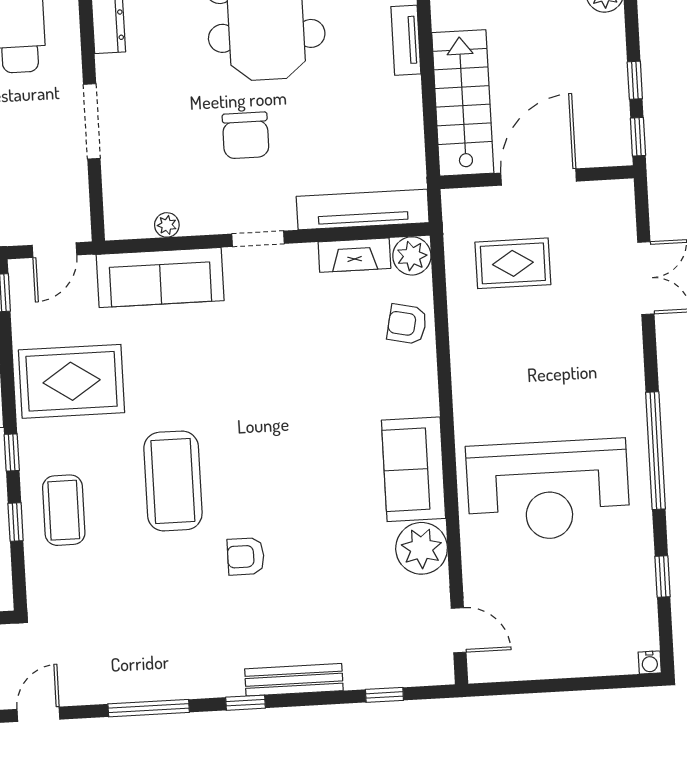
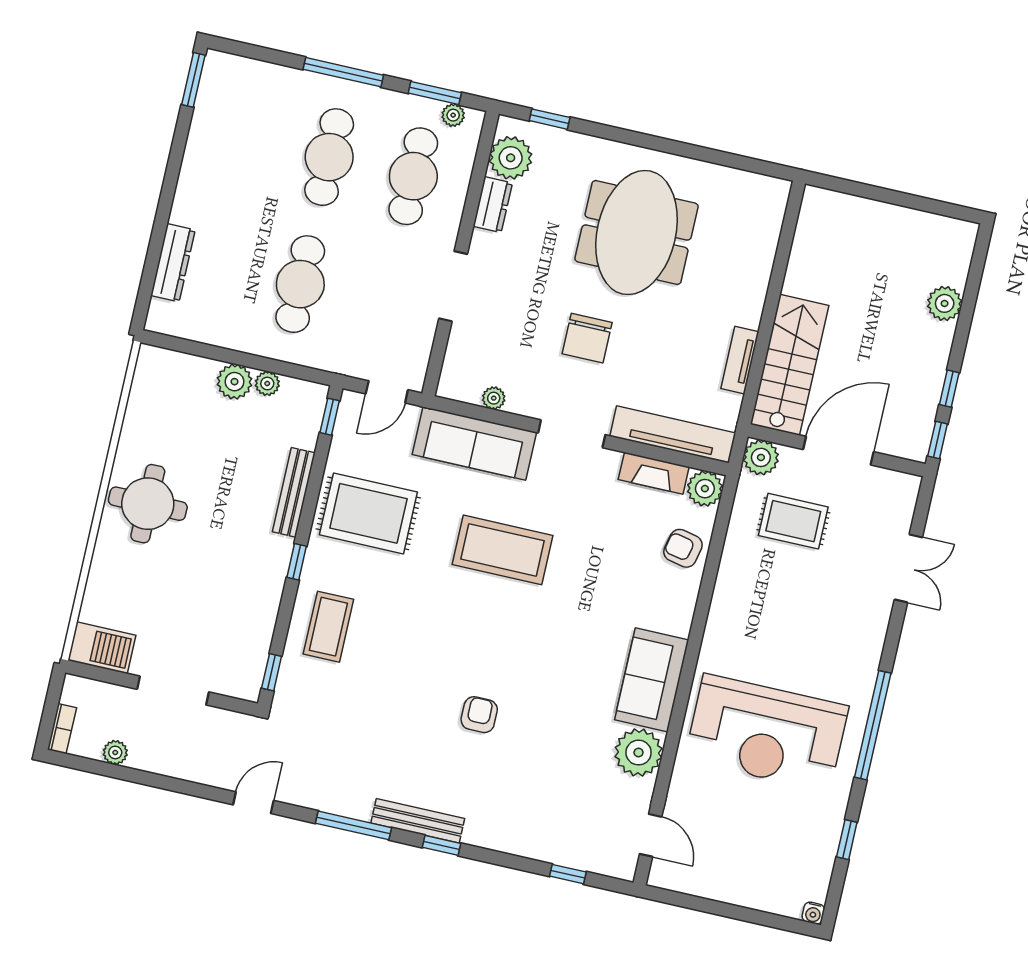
tv unit: (406, 40) -> (740, 360), moved
plant: (461, 207) -> (761, 457), added
doorway: (258, 239) -> (572, 434), width x1.38
coffee table: (173, 481) -> (502, 550), moved, turned 90
window: (16, 522) -> (272, 672), moved
armchair: (246, 556) -> (479, 715), turned 90
bench: (294, 680) -> (418, 821), moved

